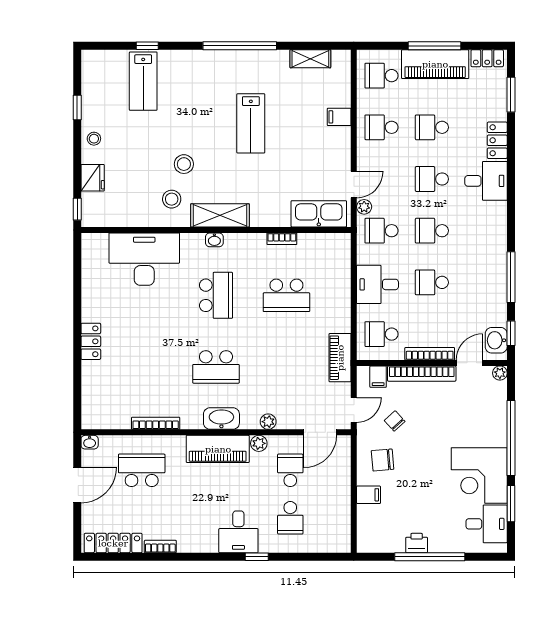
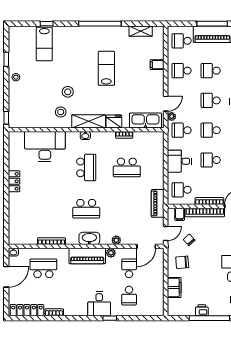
lab bench: (251, 123) -> (106, 68), turned 180
fridge: (93, 178) -> (114, 121), moved, turned -90
locker: (91, 341) -> (14, 181), moved
filing cabinet: (369, 495) -> (174, 287), width x2.00

